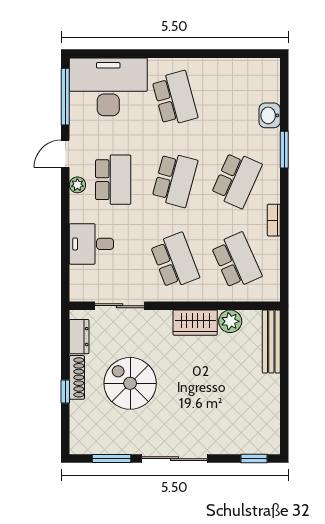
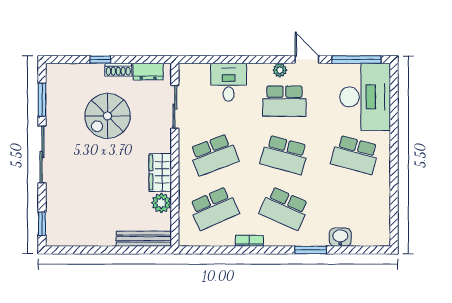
school desk: (175, 98) -> (355, 155), turned 30
shoe rack: (77, 377) -> (118, 70), width x0.70
spiral stairs: (130, 383) -> (107, 116), turned 180

